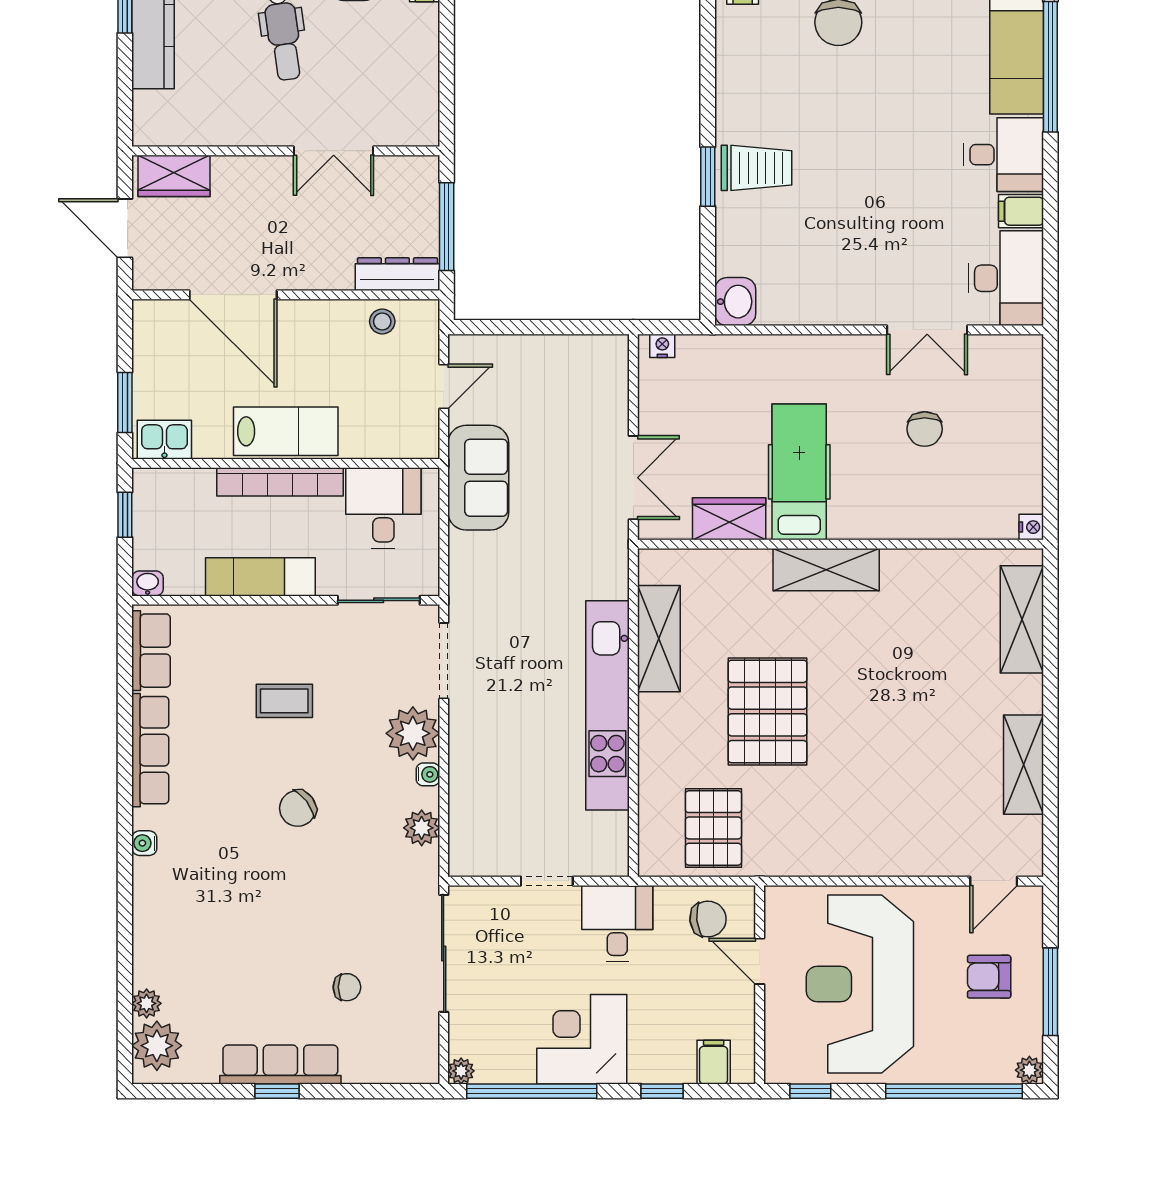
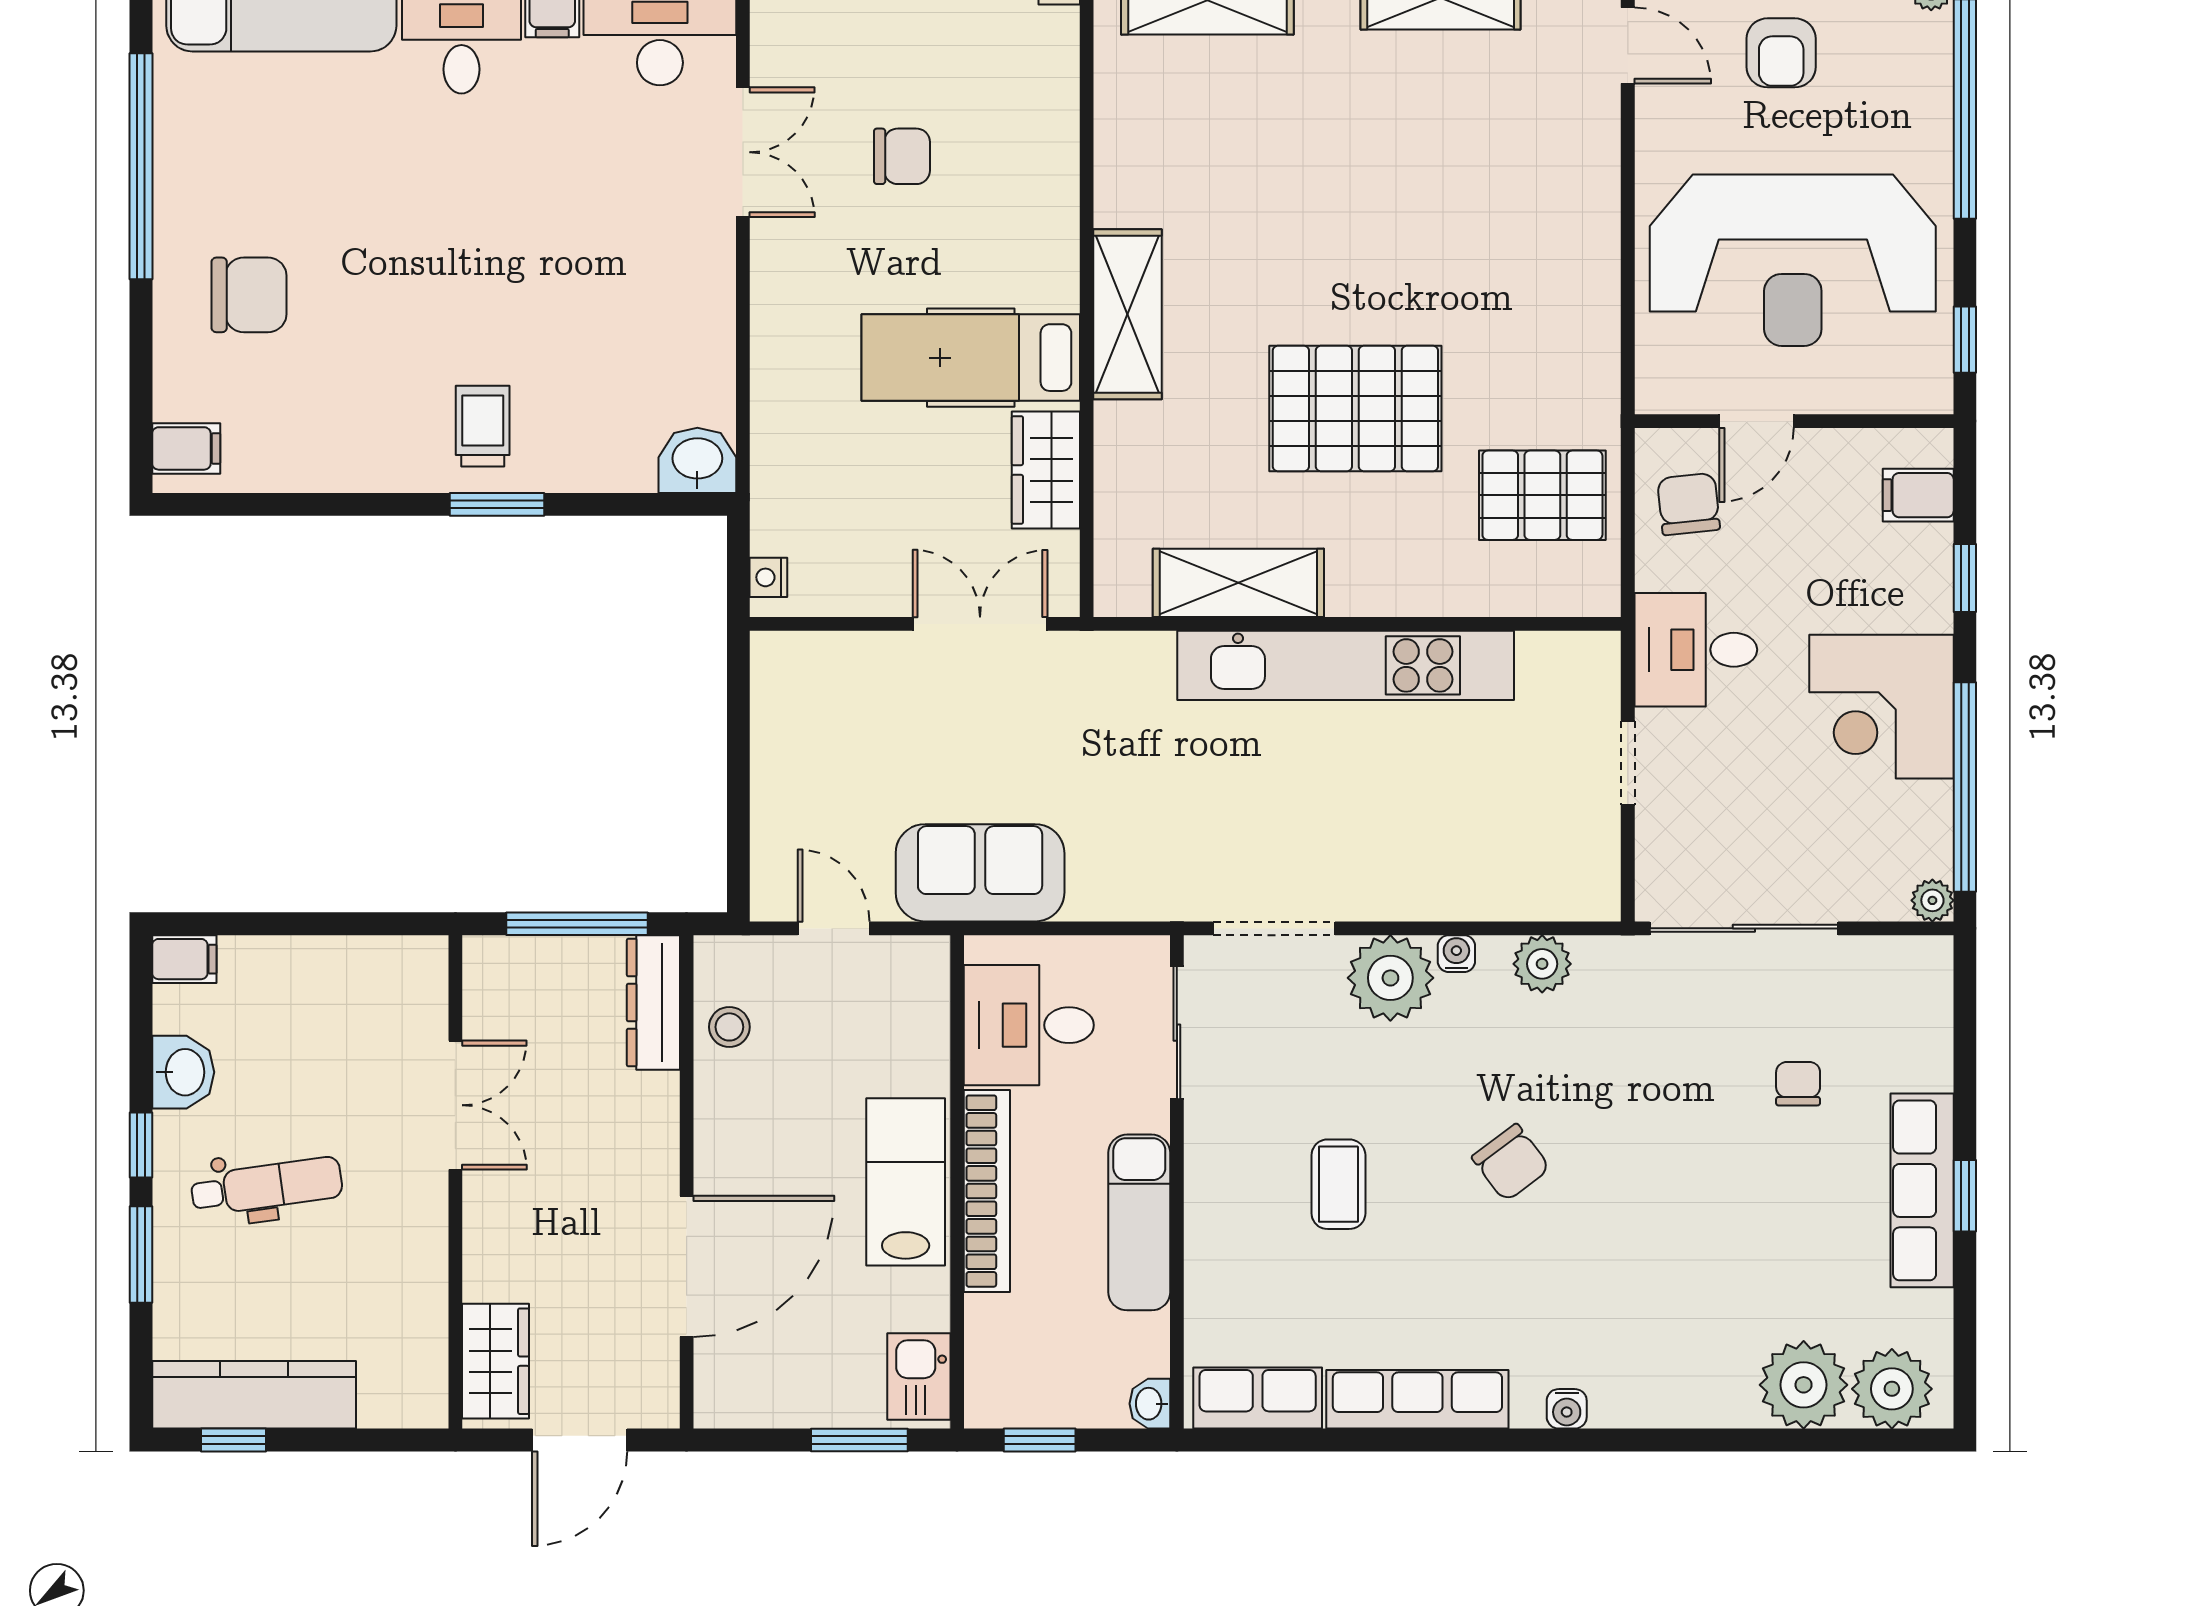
trolley: (757, 168) -> (483, 426), width x0.73, depth x0.72
plant: (147, 1003) -> (1804, 1385), width x1.87, depth x1.87

